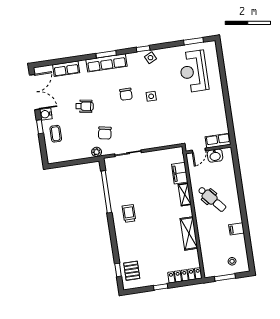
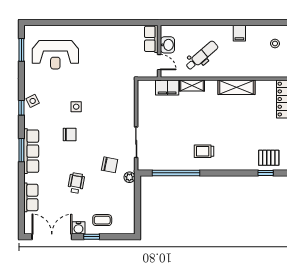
row of seats: (218, 141) -> (151, 39), moved
wall: (208, 149) -> (159, 51), moved
door: (199, 151) -> (159, 62), moved
washbasin: (215, 156) -> (167, 45), moved

